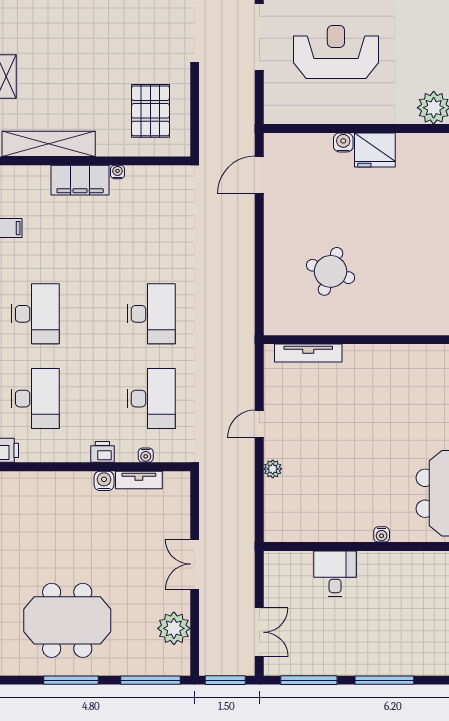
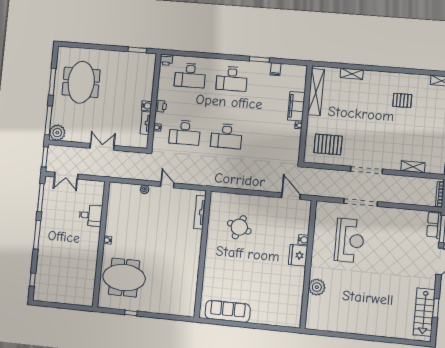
plant: (174, 628) -> (57, 133), moved

